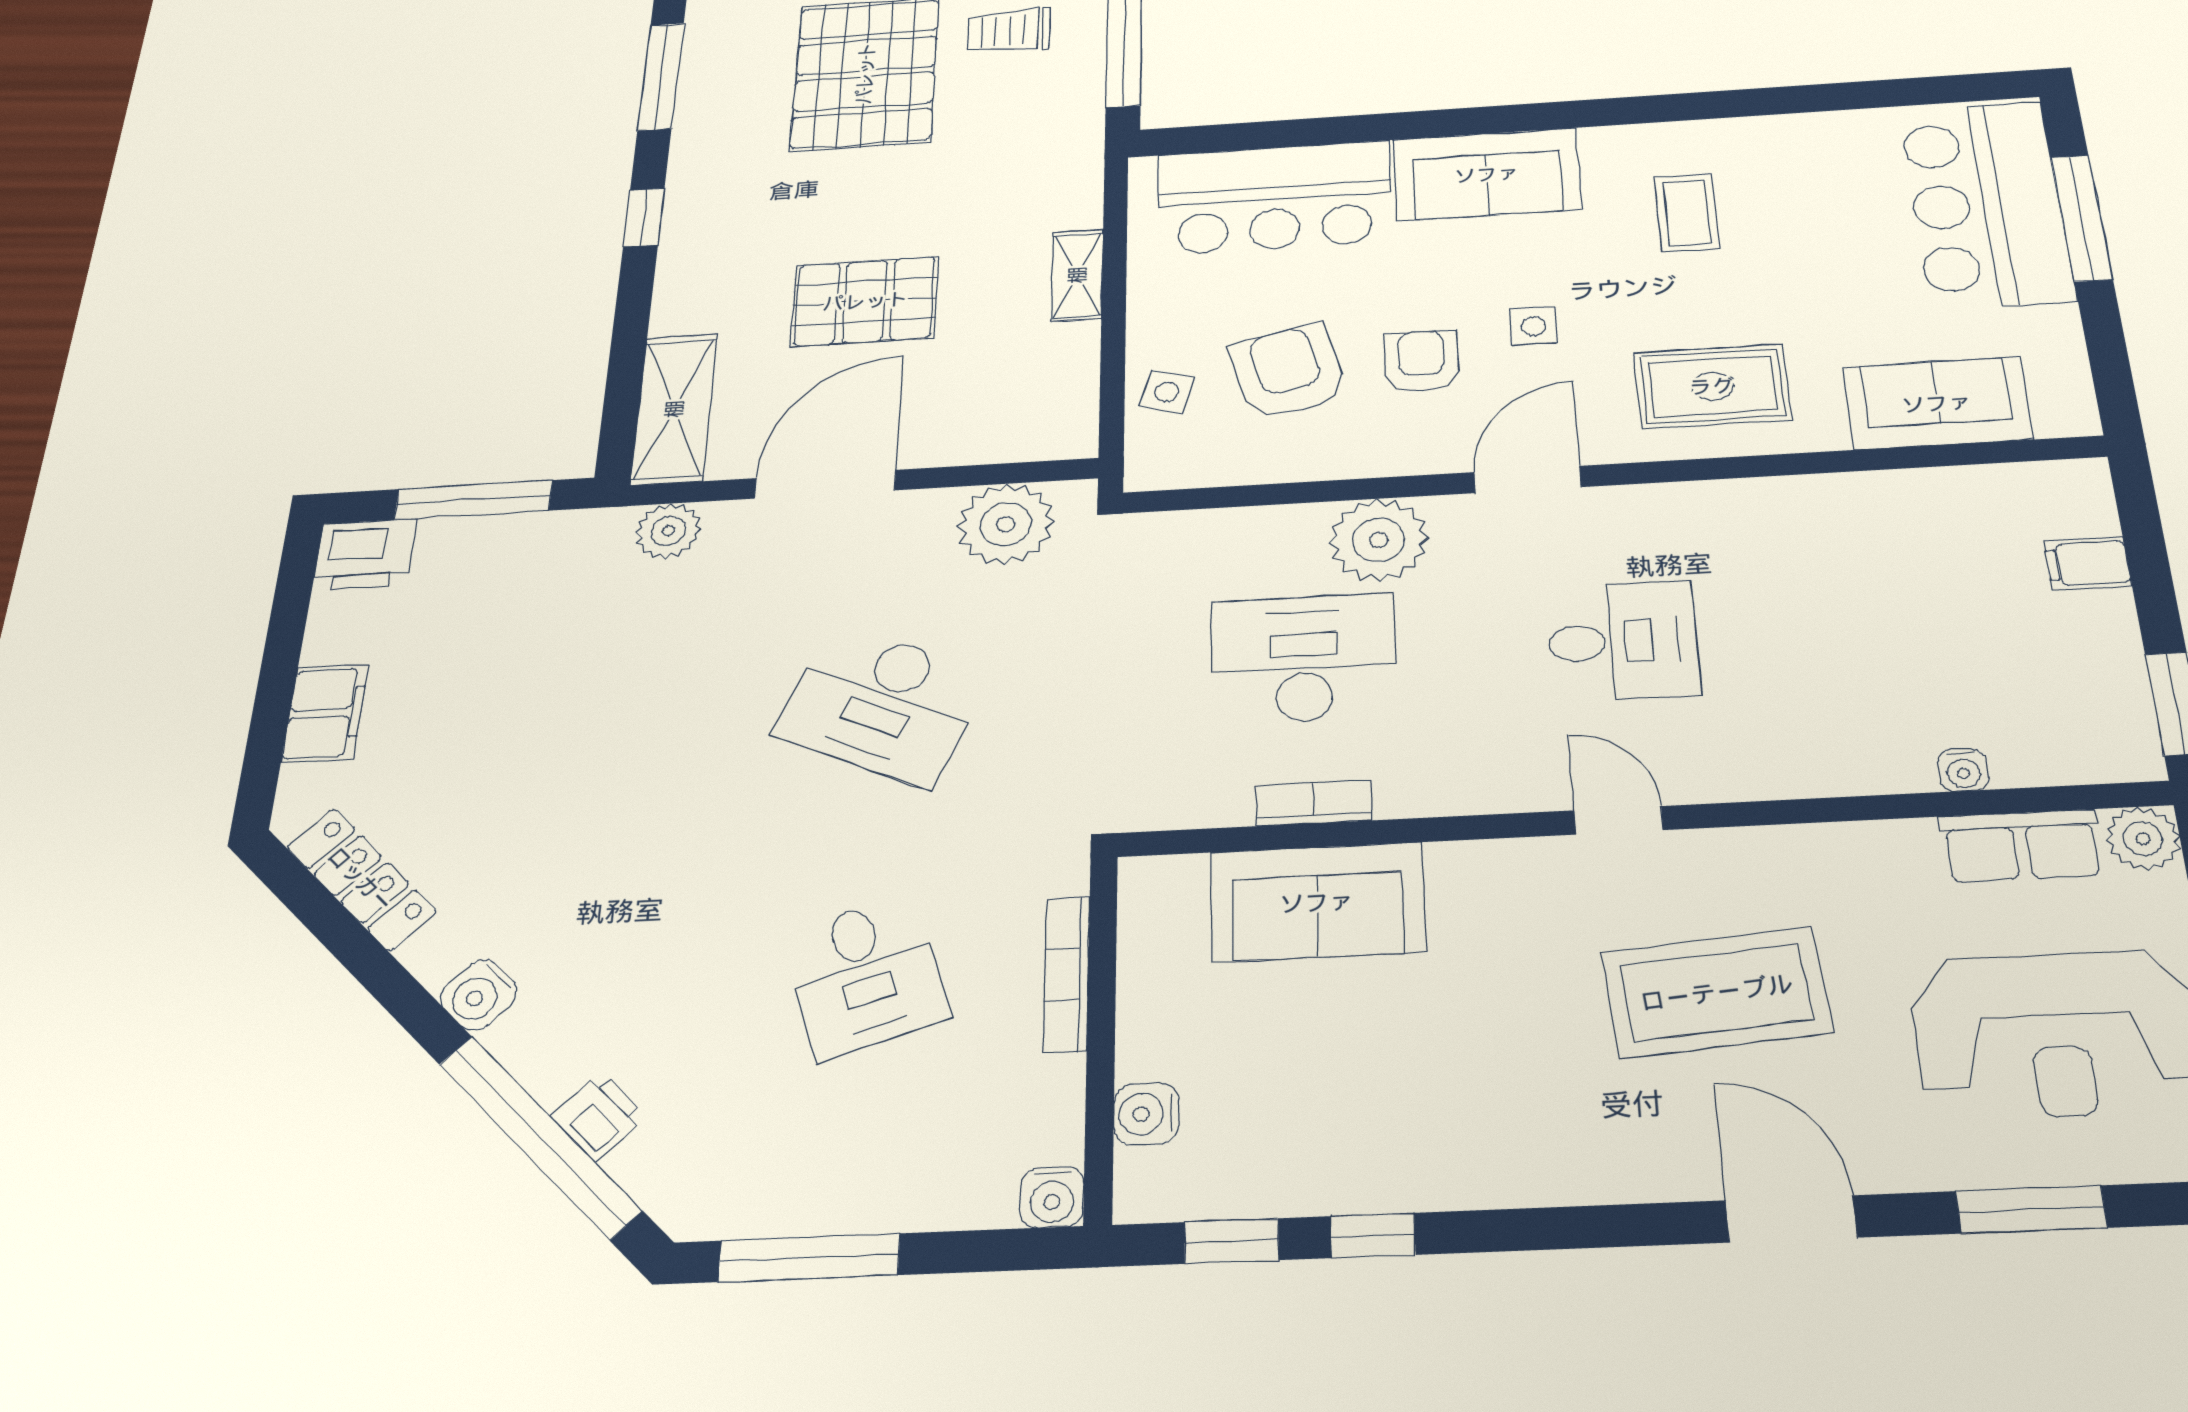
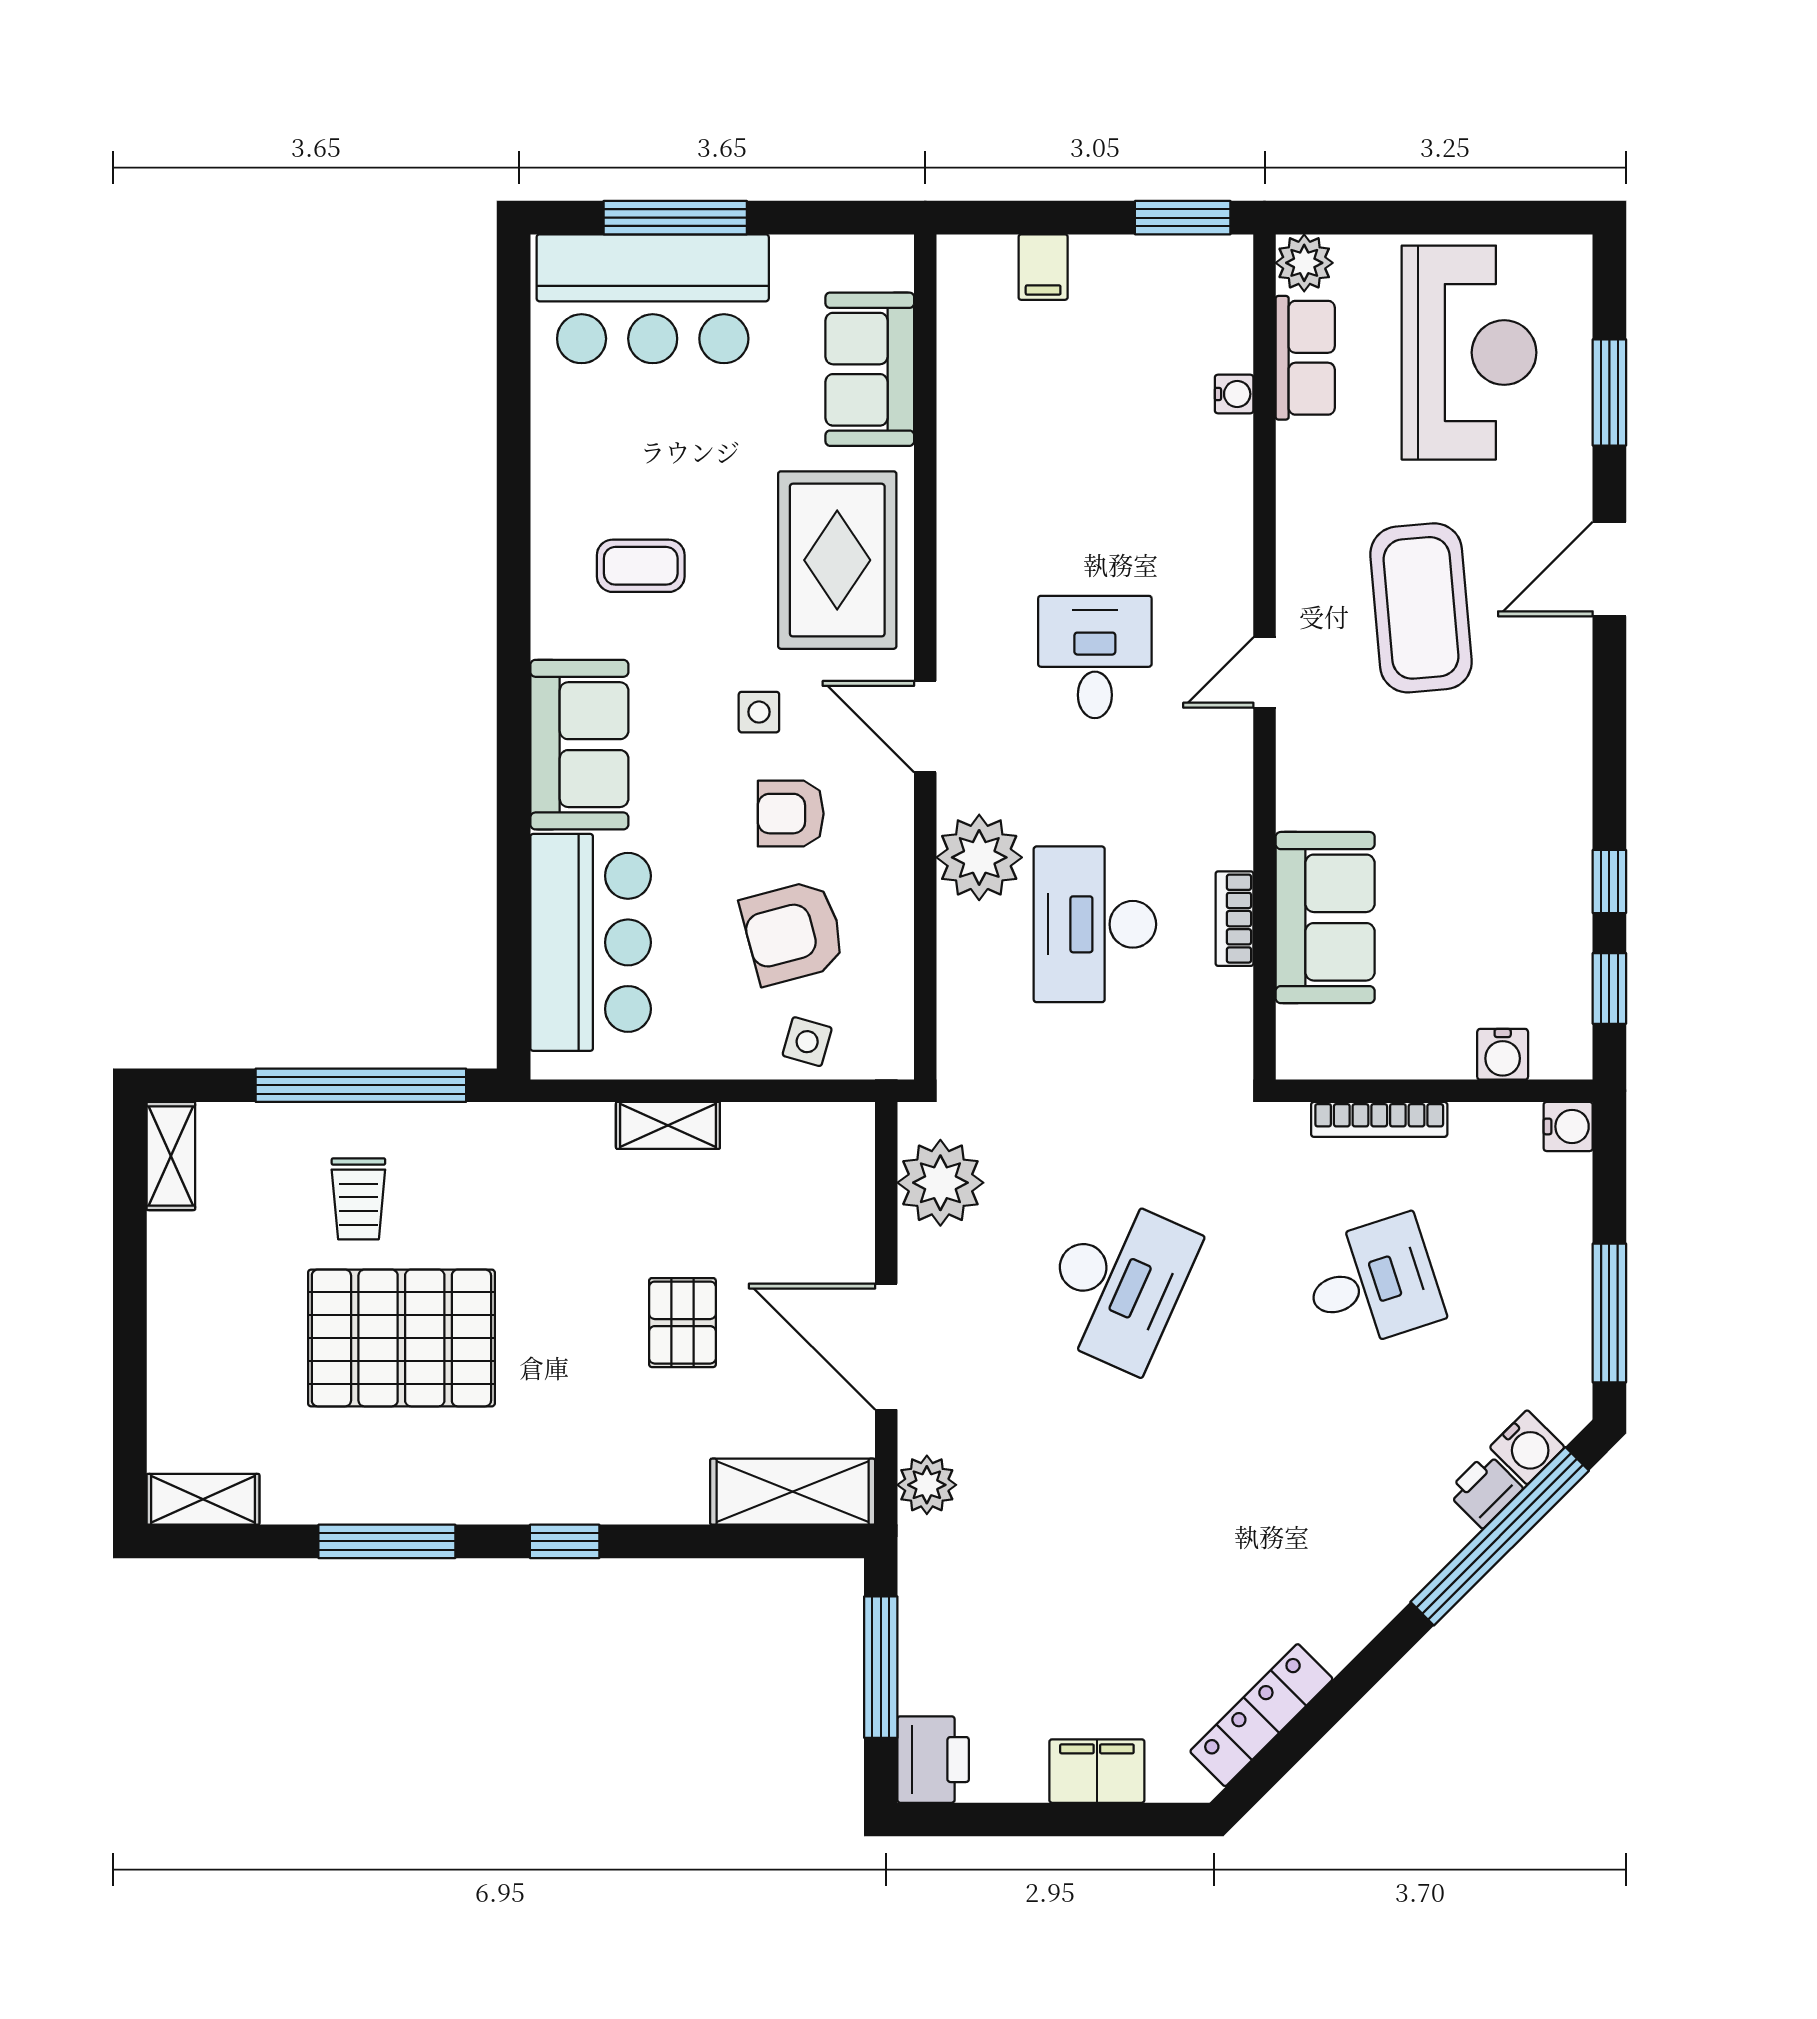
pallet: (865, 301) -> (682, 1323), width x0.67, depth x0.71
rug: (1712, 386) -> (837, 560), width x1.36, depth x1.43
water cooler: (479, 995) -> (1527, 1447), moved

